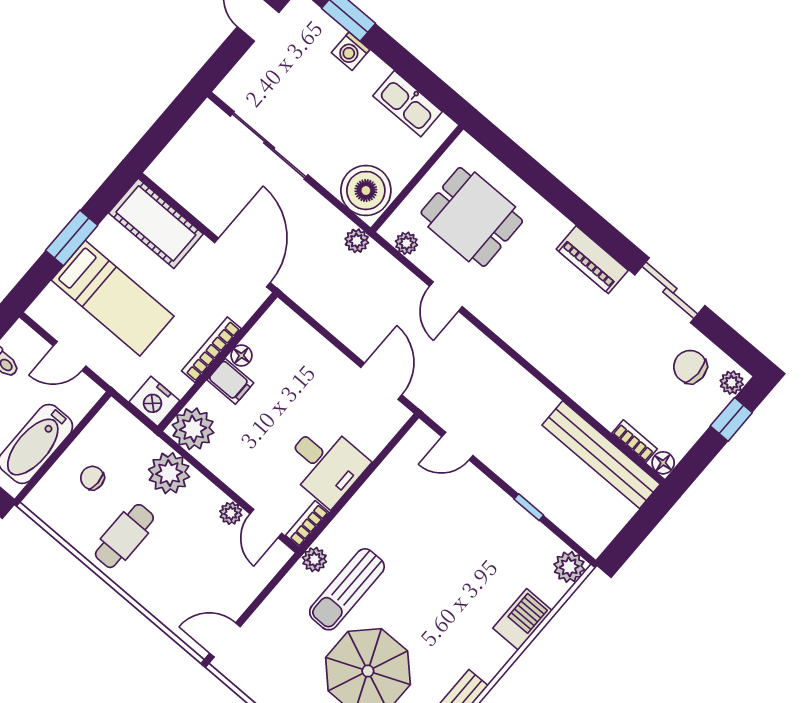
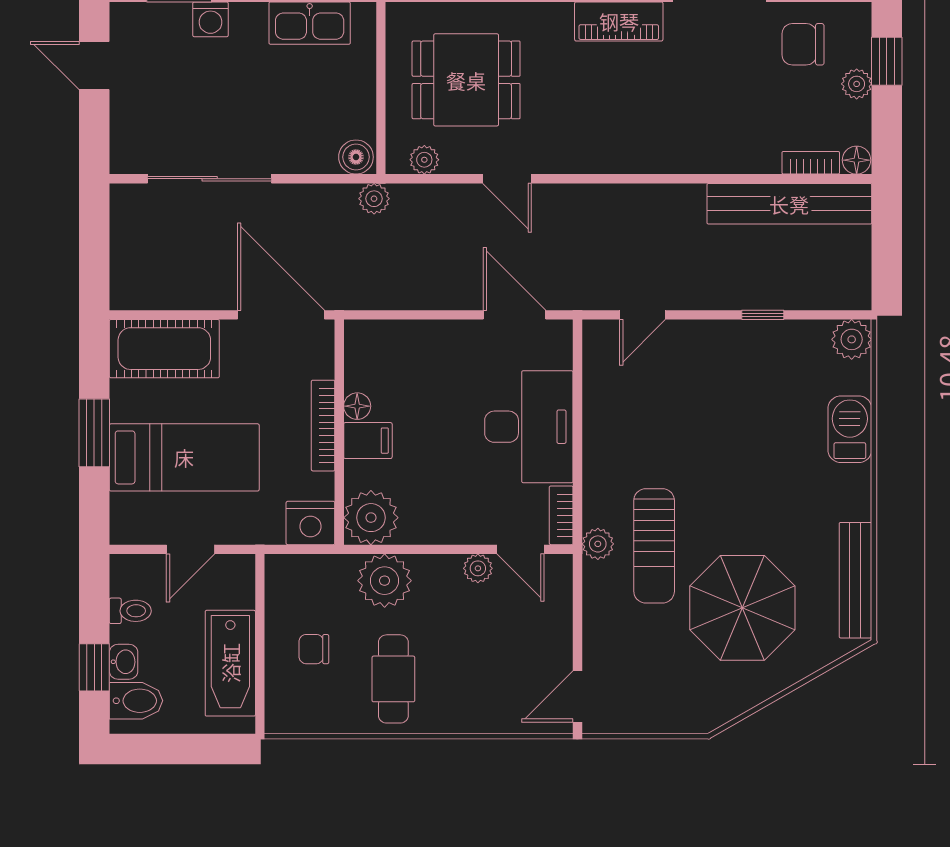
boiler: (366, 190) -> (356, 157), width x0.54, depth x0.54
plant: (732, 383) -> (857, 84), moved
desk: (325, 464) -> (529, 427), width x1.37

